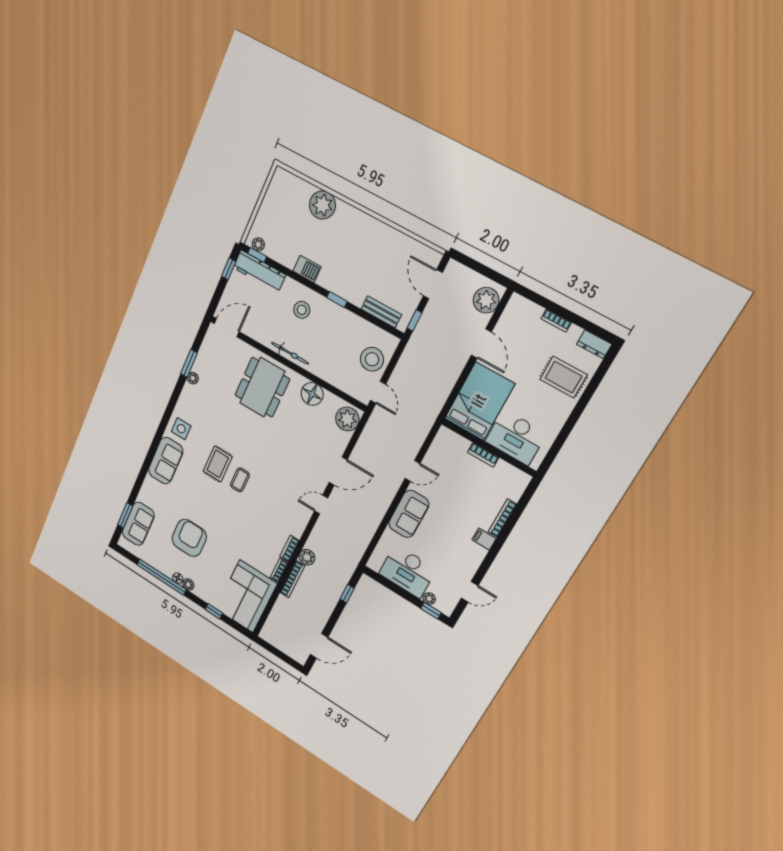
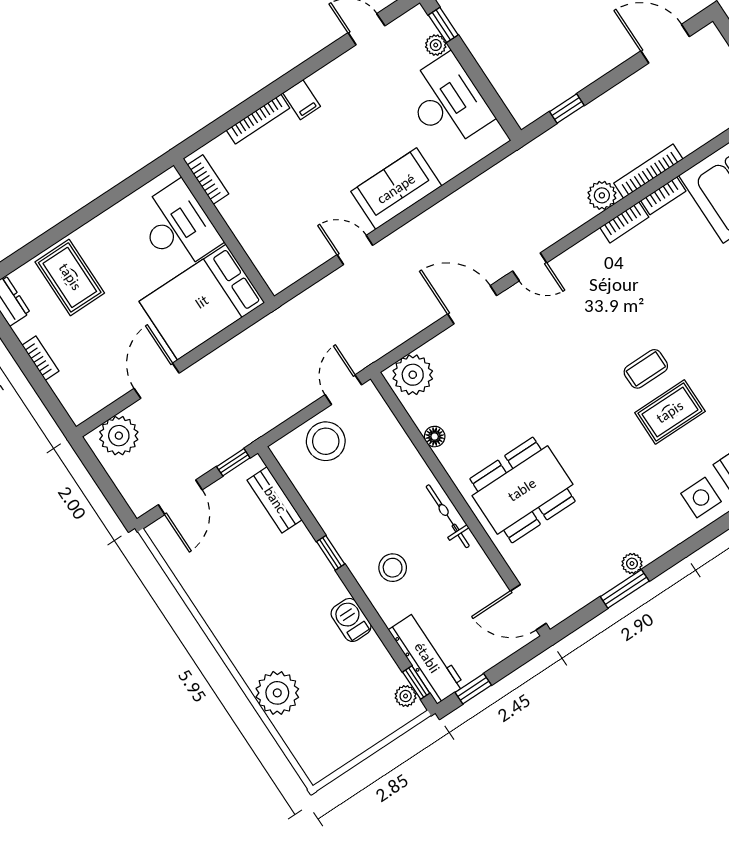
floor lamp: (312, 394) -> (435, 437), width x0.53, depth x0.53
bookcase: (483, 455) -> (208, 179), moved

